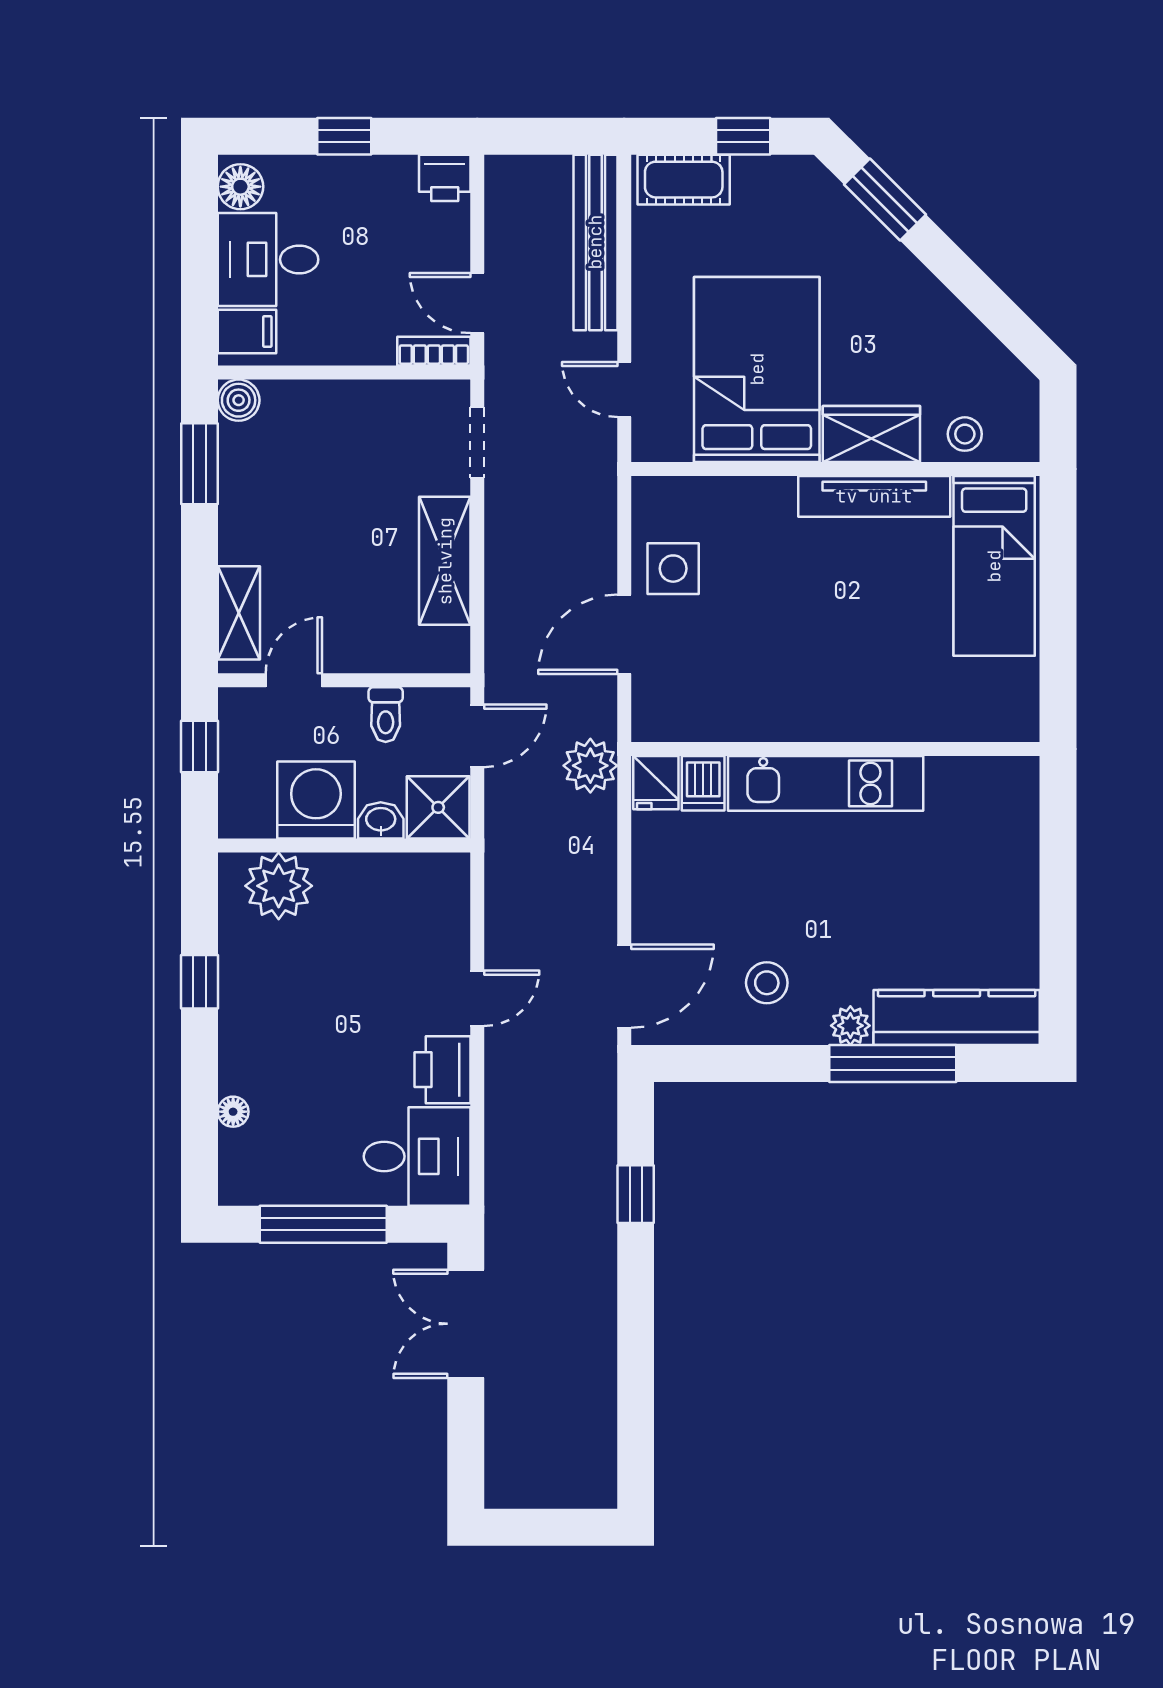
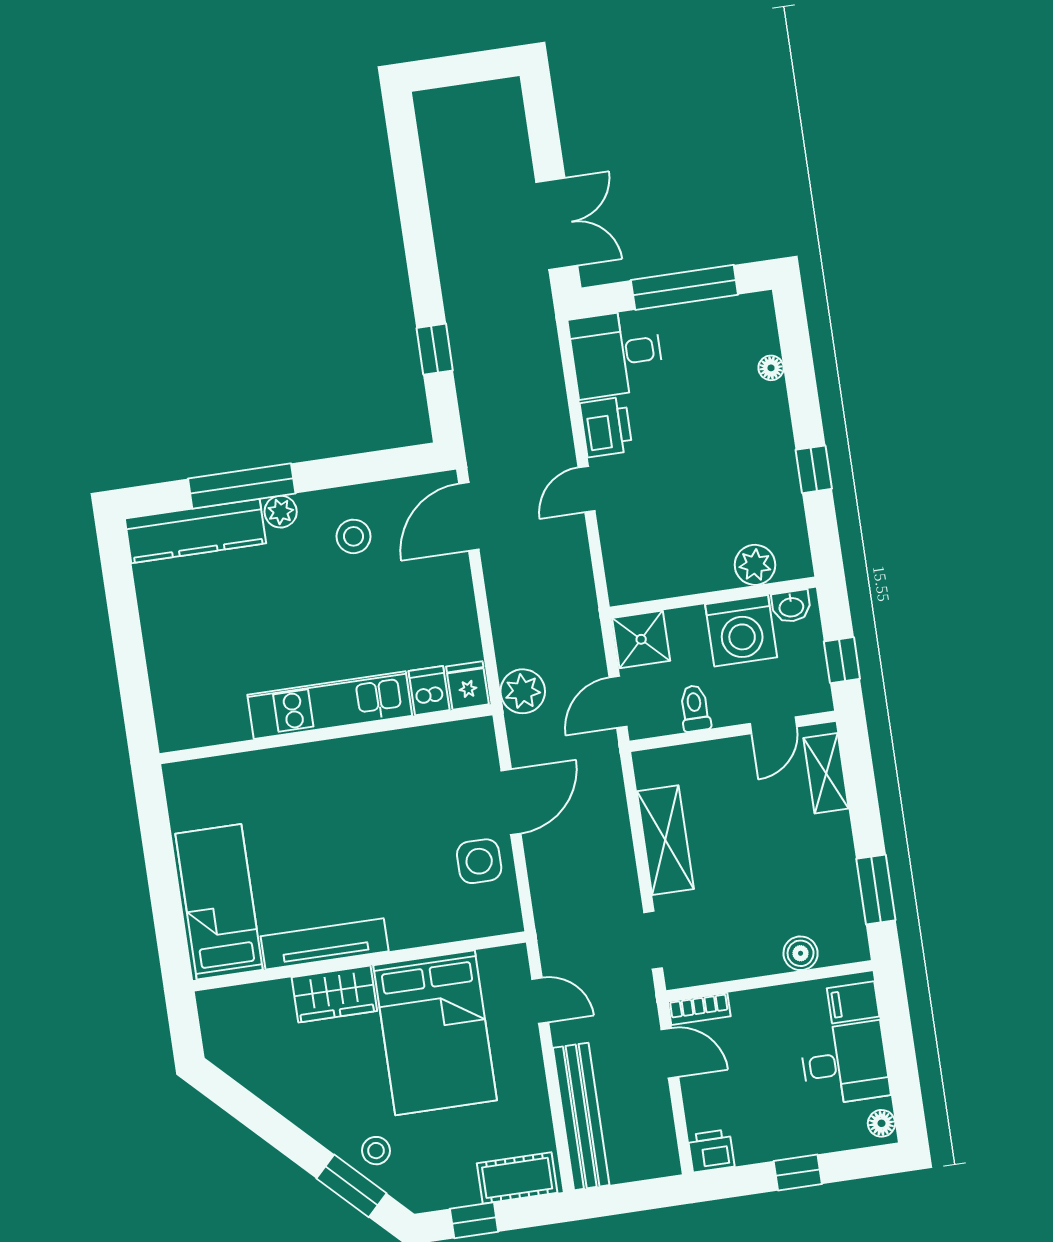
floor lamp: (240, 187) -> (882, 1123), width x0.73, depth x0.73
boiler: (239, 400) -> (801, 953), moved
stool: (965, 434) -> (376, 1151), moved
washbasin: (381, 820) -> (791, 606), moved
plant: (279, 886) -> (755, 565), width x0.73, depth x0.73

